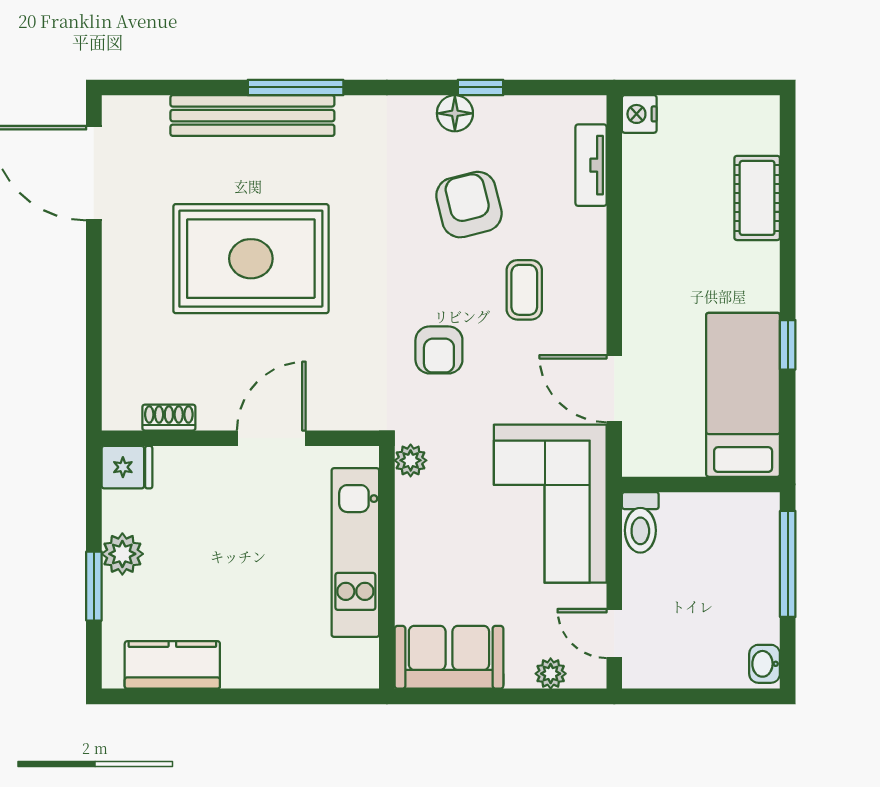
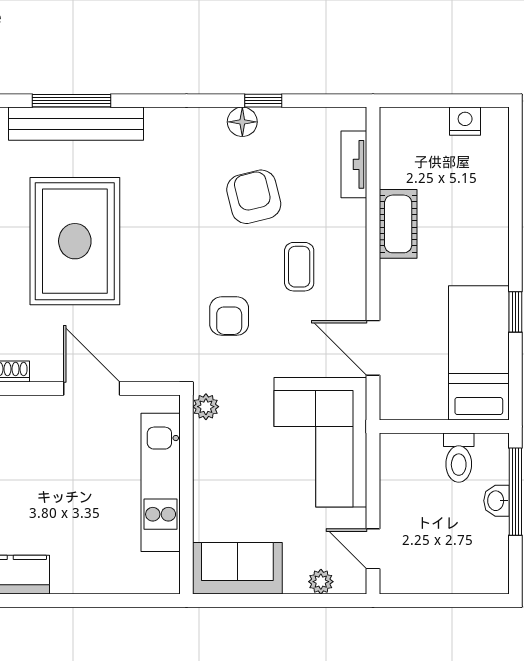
window: (296, 87) -> (72, 101), moved
nightstand: (639, 114) -> (465, 121), moved, turned 90
cot: (757, 198) -> (398, 224), moved
rug: (251, 259) -> (75, 241), turned 90
door: (271, 438) -> (92, 388), hinge flipped
toilet: (640, 522) -> (459, 458), moved
washbasin: (765, 664) -> (496, 501), moved

